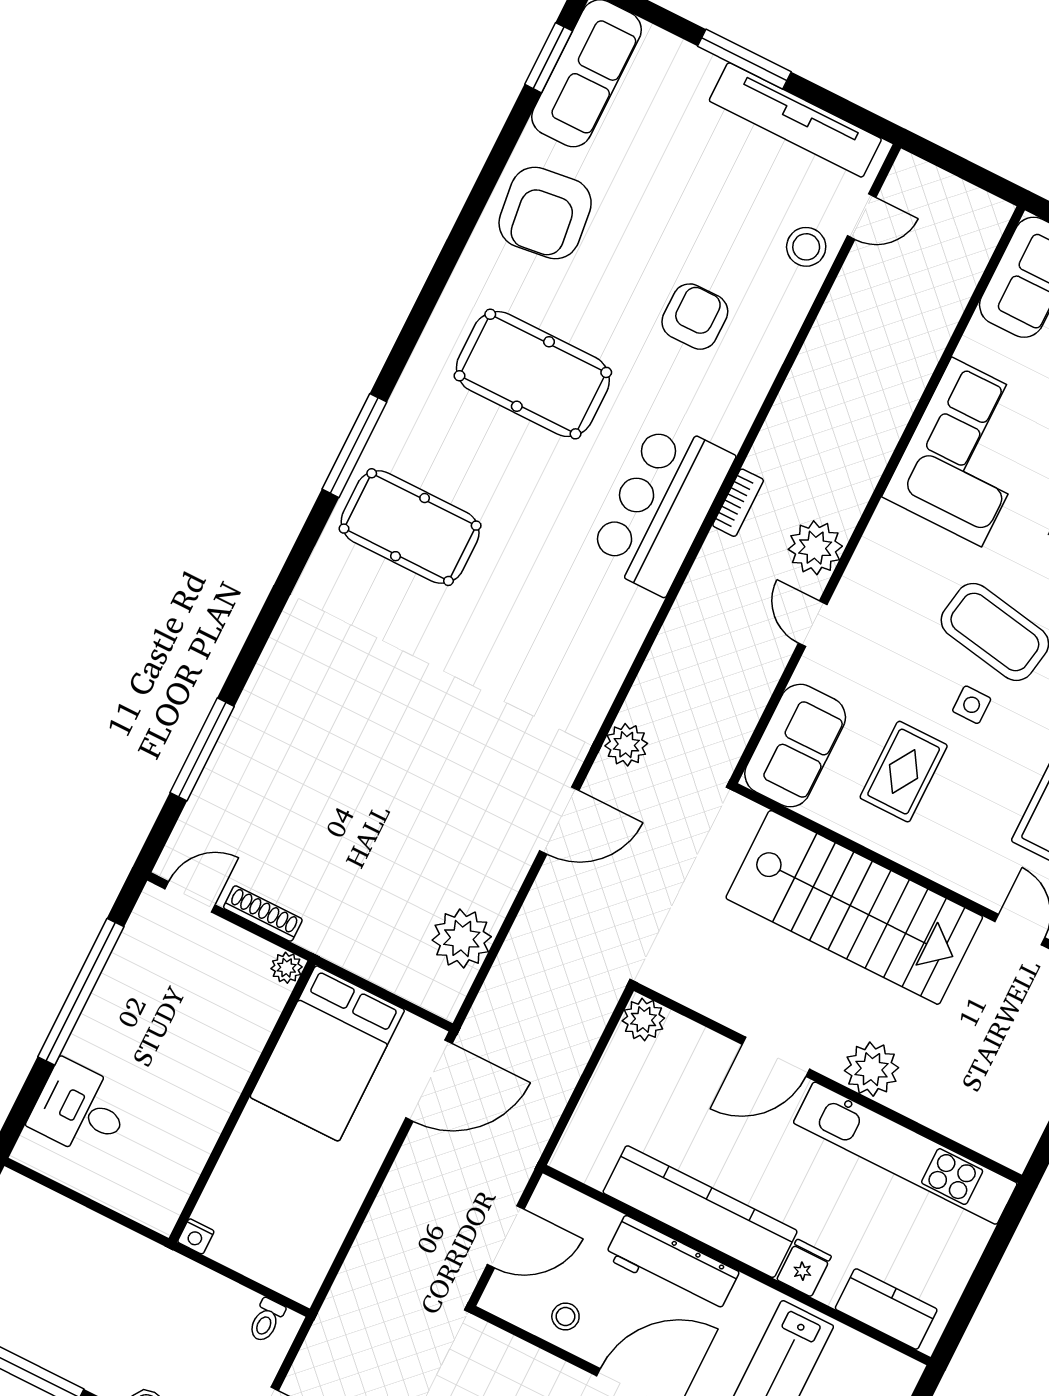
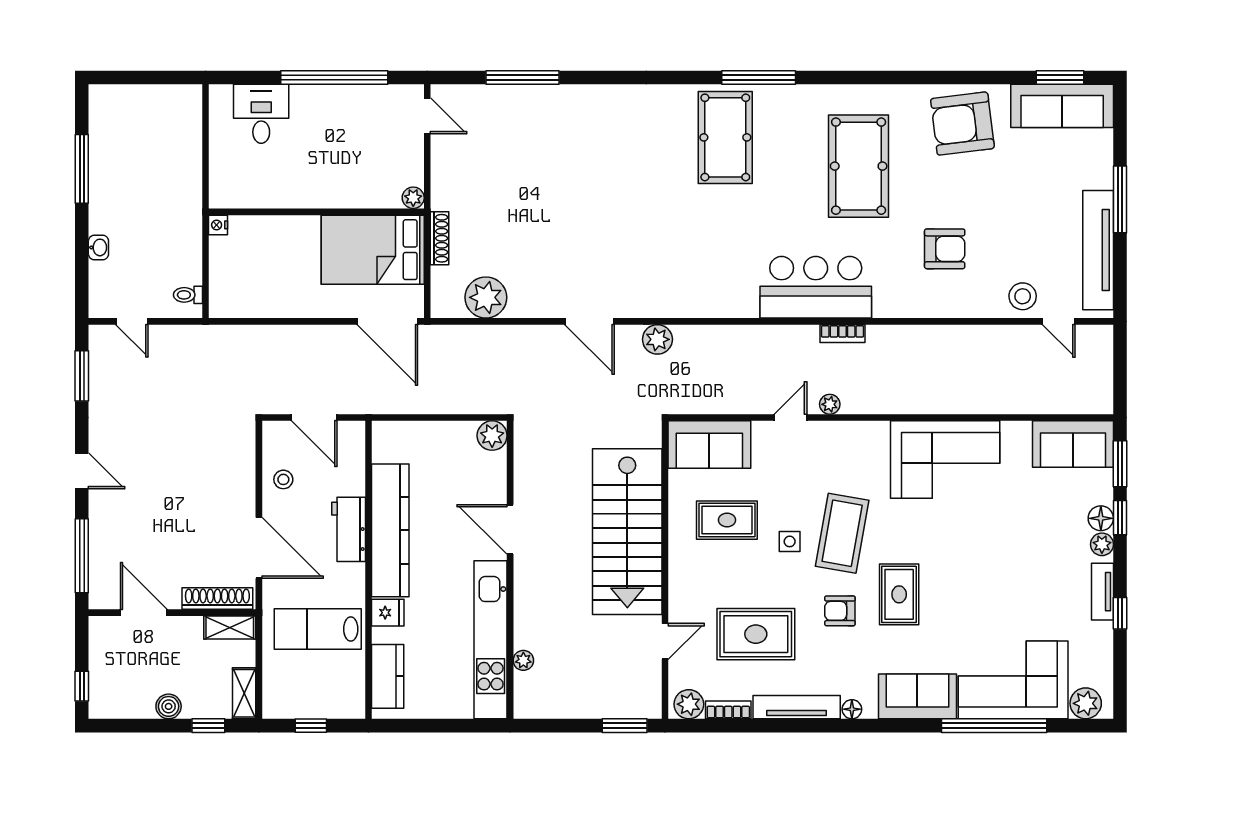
plant: (815, 548) -> (830, 404), width x0.53, depth x0.53
shoe rack: (263, 914) -> (439, 238), moved
plant: (872, 1069) -> (523, 660), moved, width x0.53, depth x0.53
workbench: (672, 1265) -> (349, 529), width x0.73

